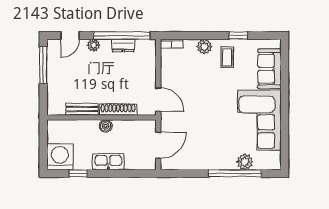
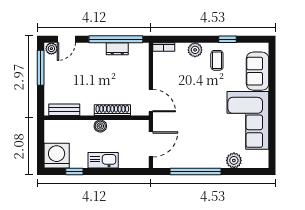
plant: (94, 45) -> (51, 49), moved
bench: (82, 109) -> (64, 110), moved
window: (235, 173) -> (195, 172), moved

